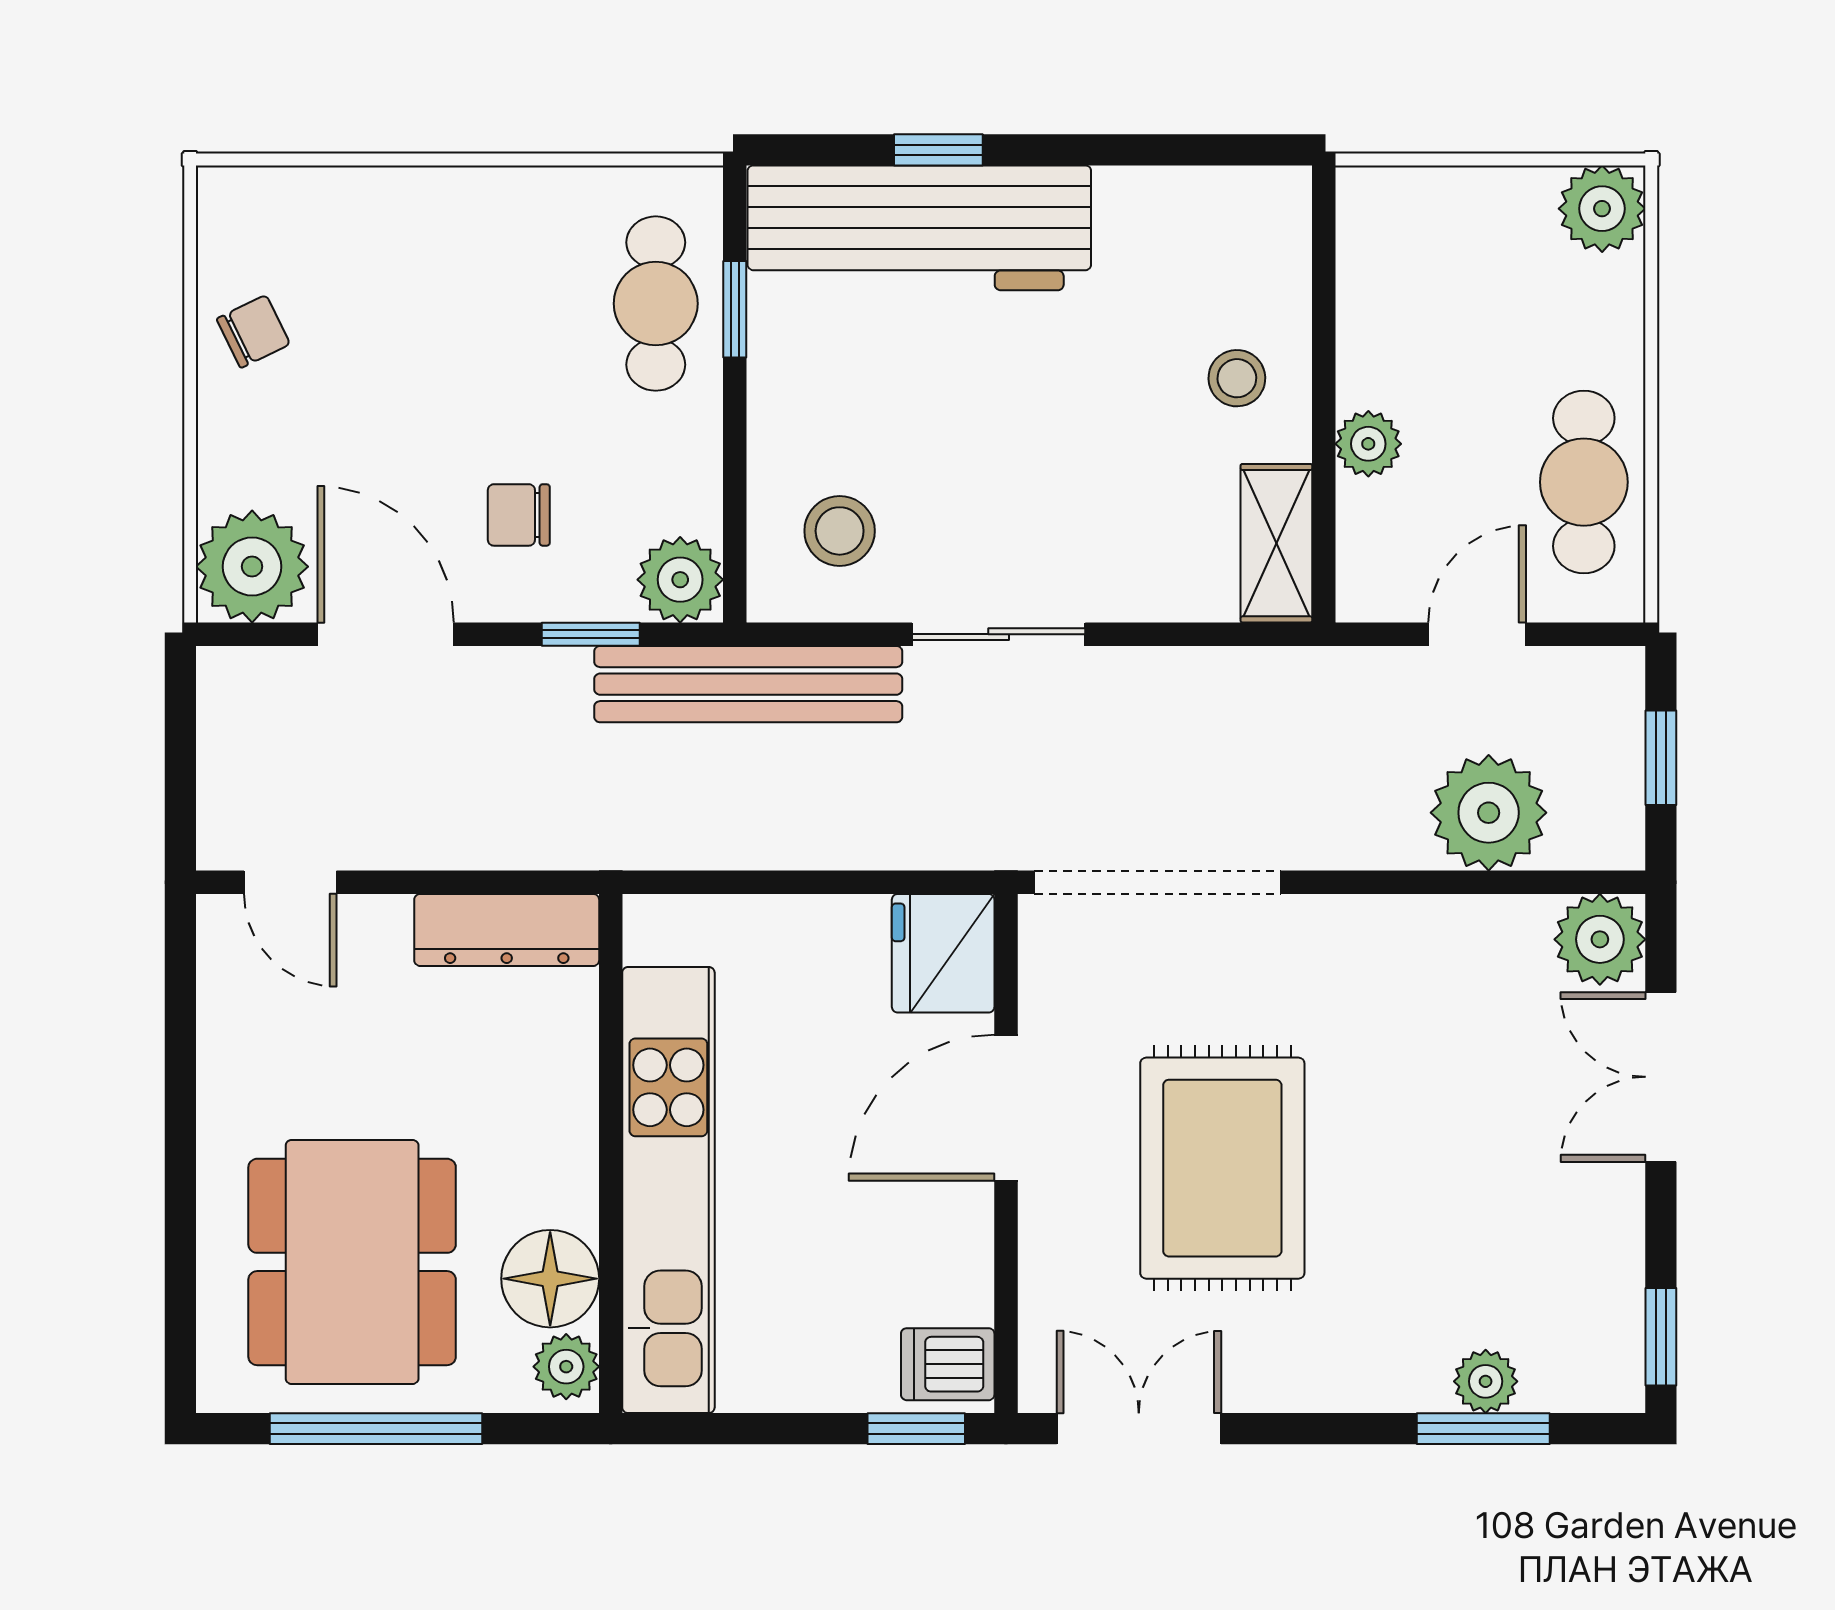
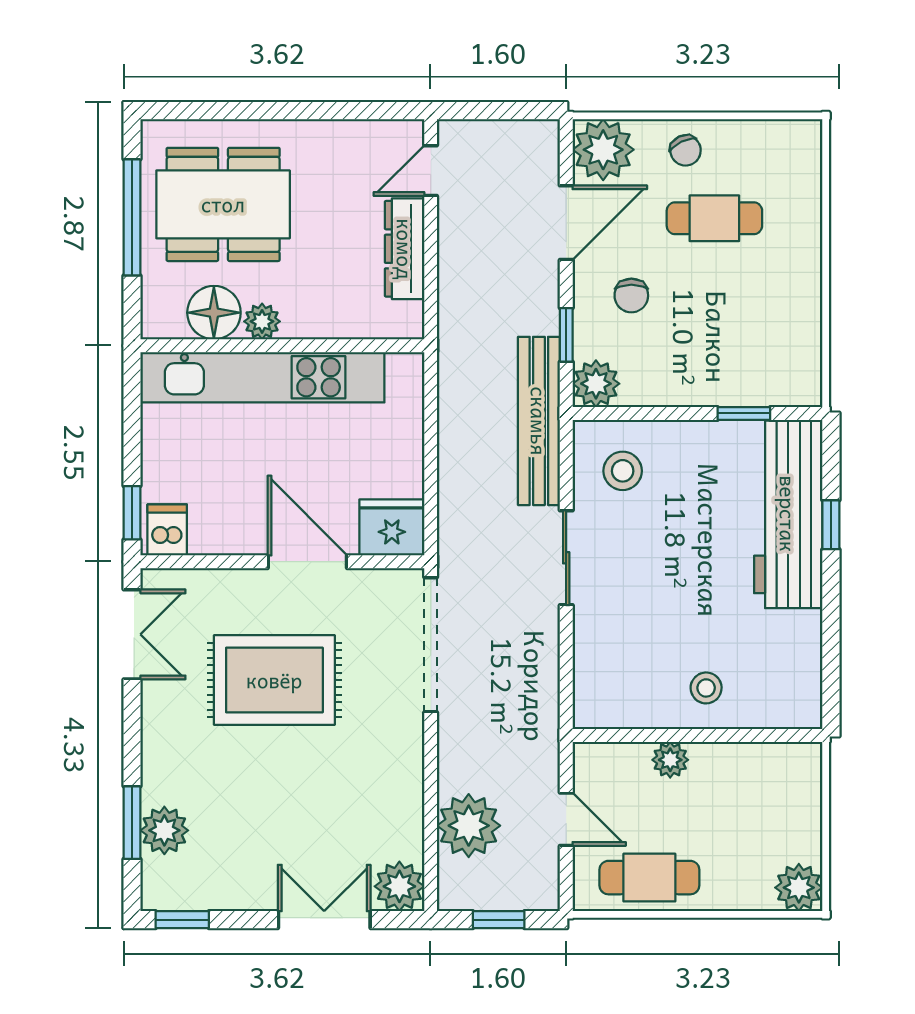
cafe table: (656, 304) -> (714, 218), moved
chair: (253, 331) -> (686, 150), moved
chair: (519, 515) -> (631, 295), turned 180
shelving: (1276, 543) -> (616, 710), removed
dresser: (507, 930) -> (405, 249), moved
plant: (566, 1367) -> (262, 321), moved
plant: (1486, 1381) -> (164, 830), width x1.38, depth x1.38

